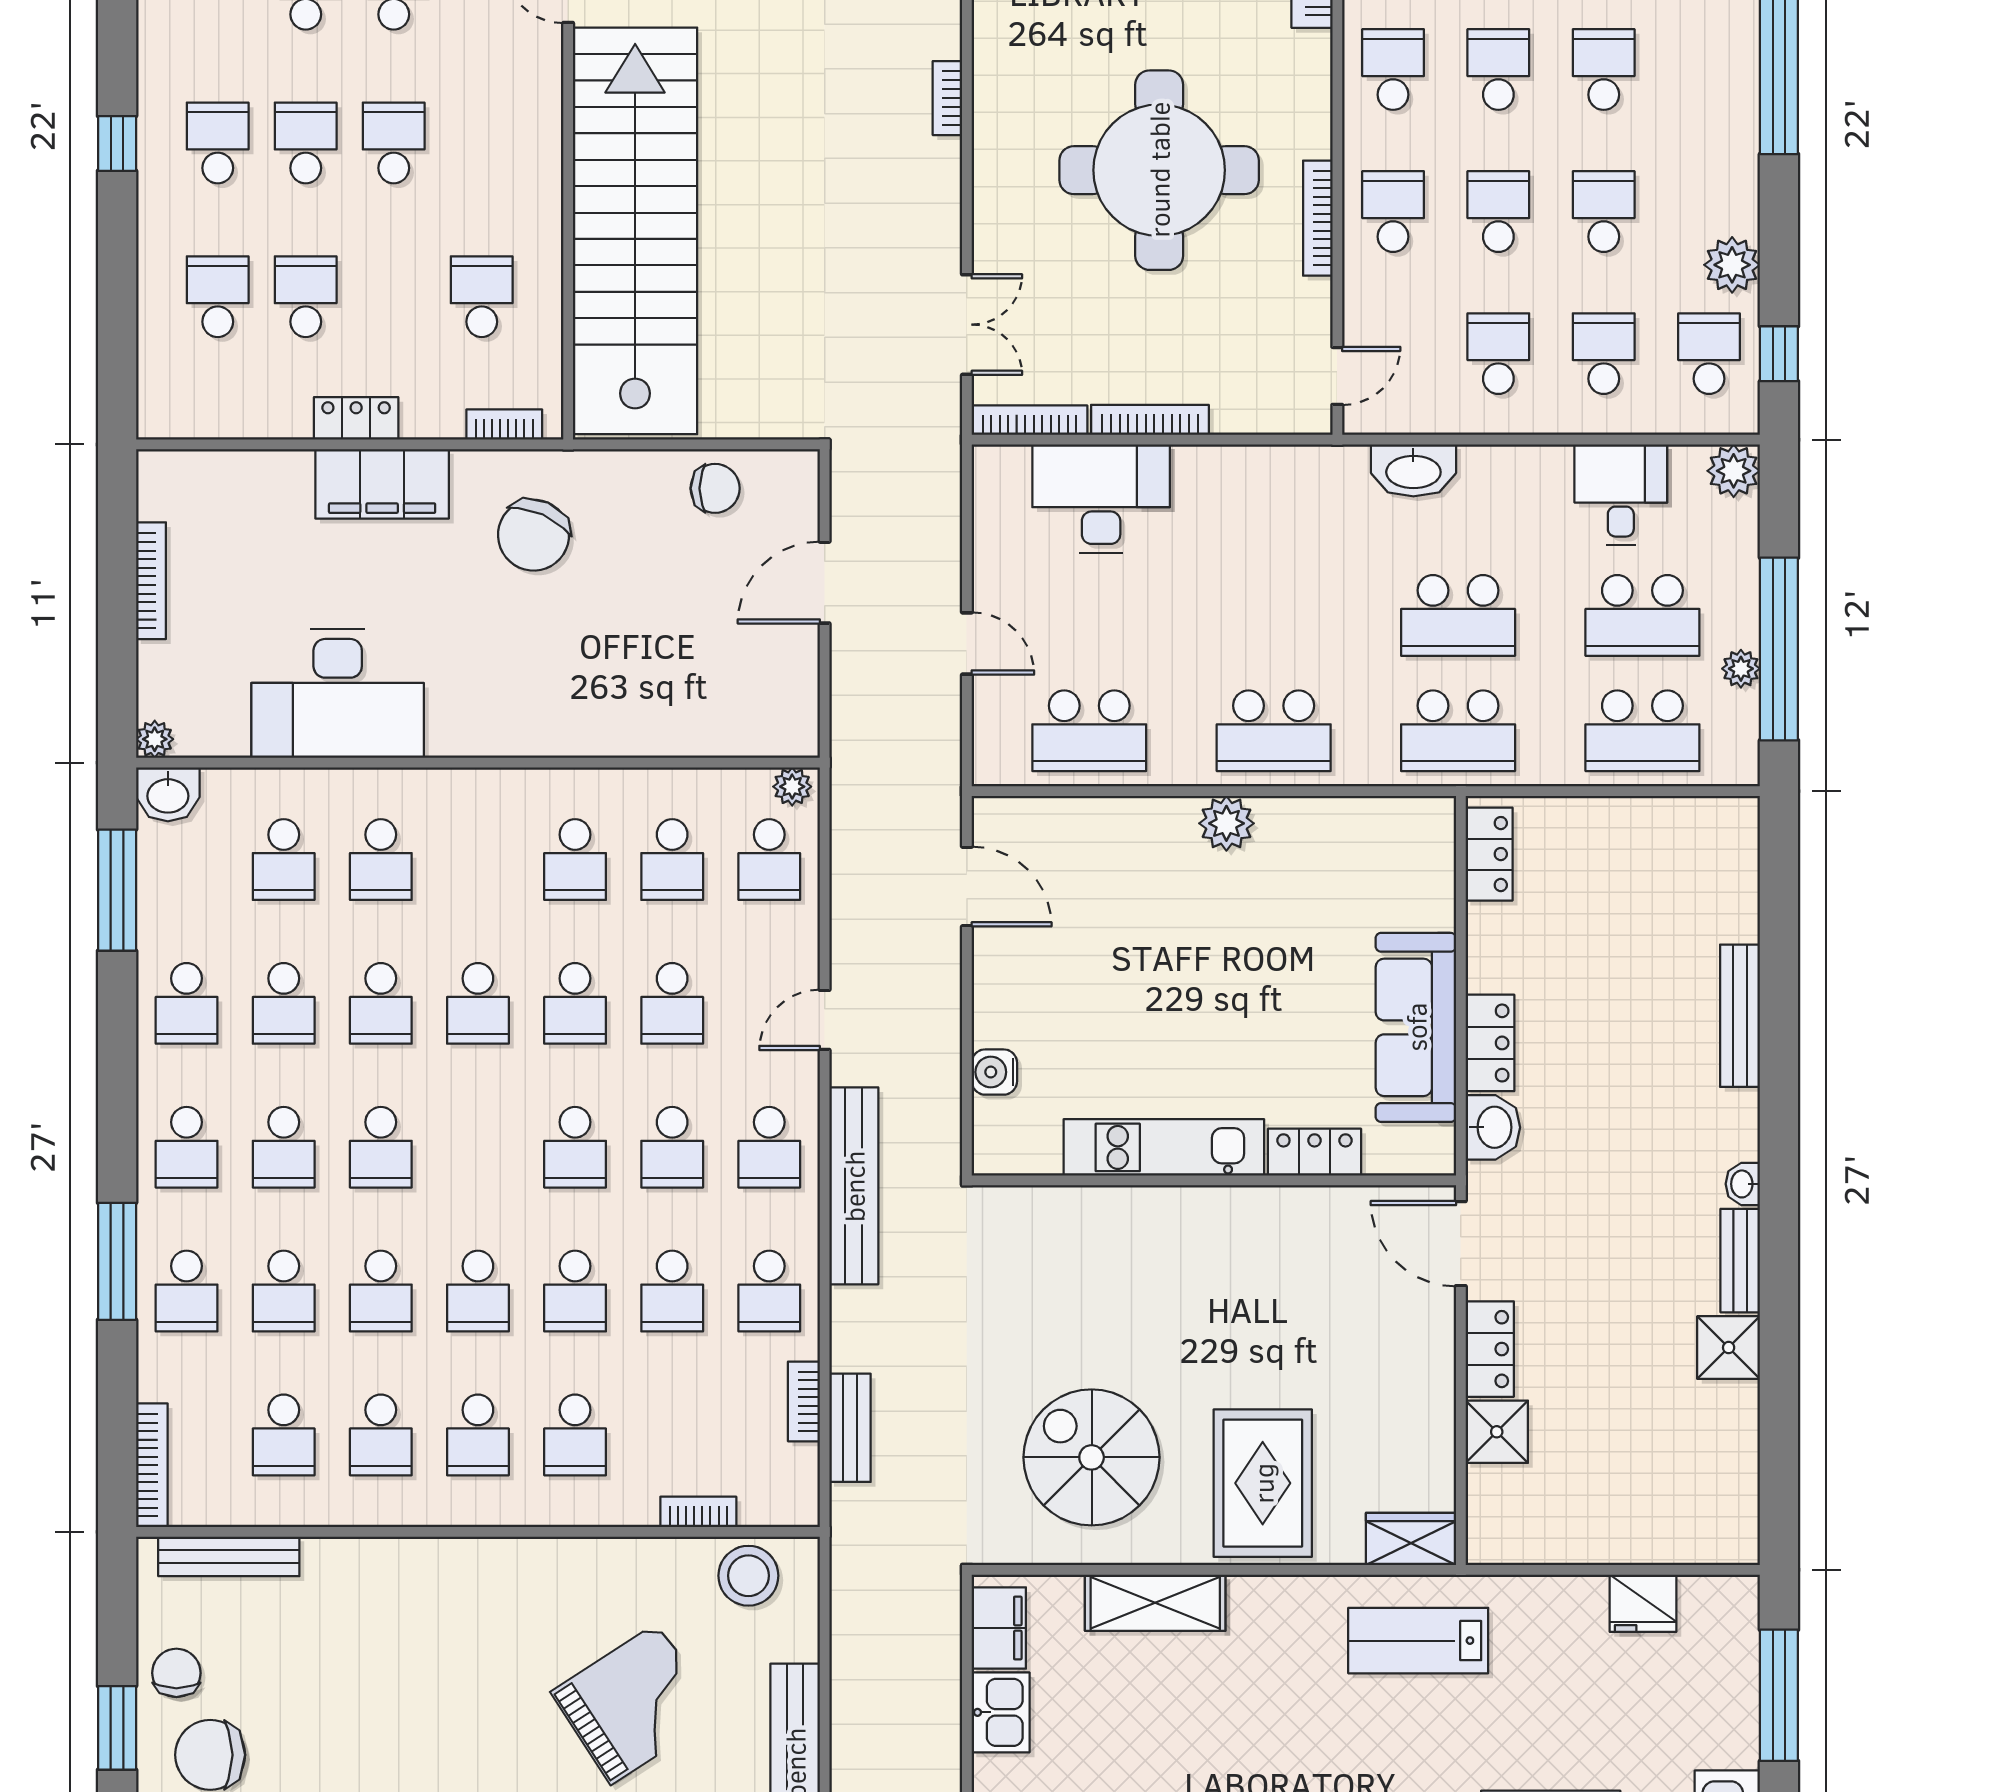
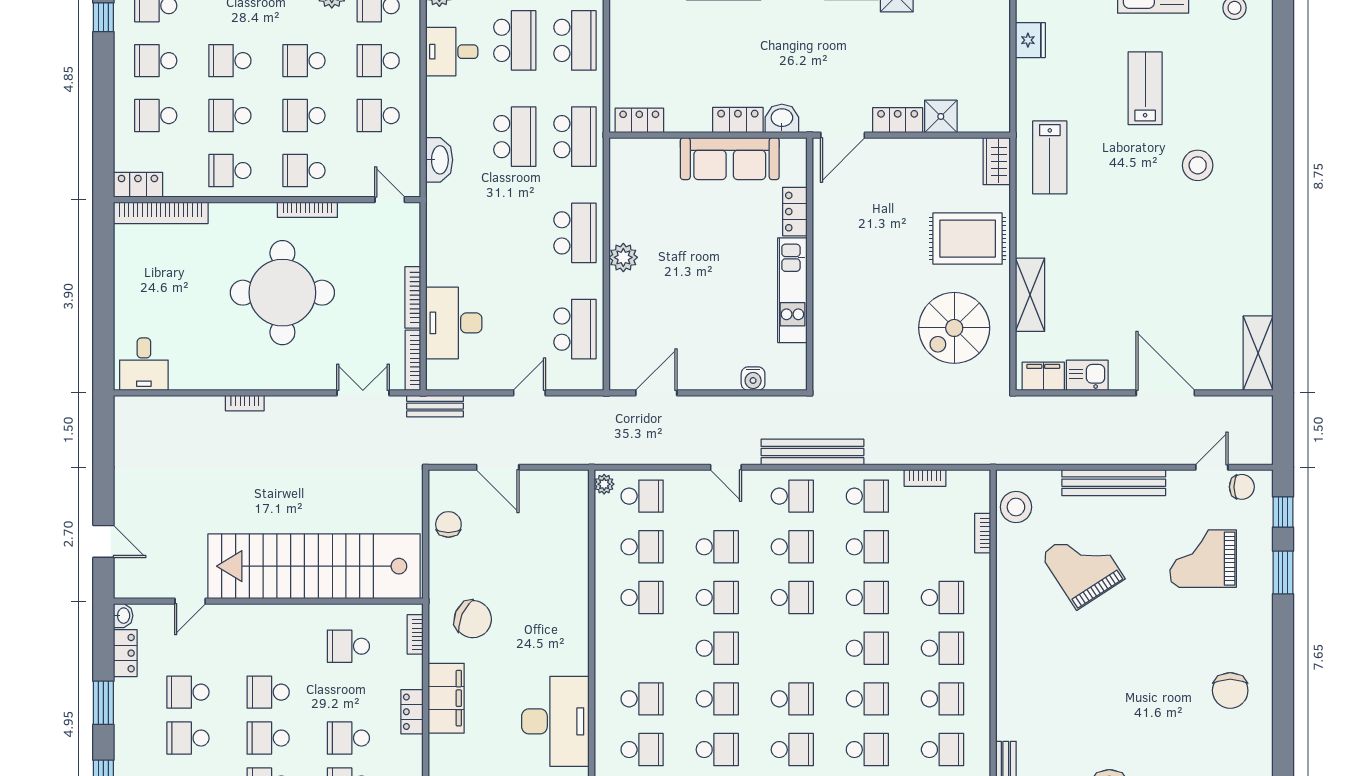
bench: (850, 1428) -> (435, 406), moved

